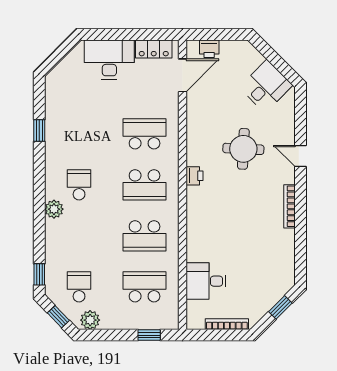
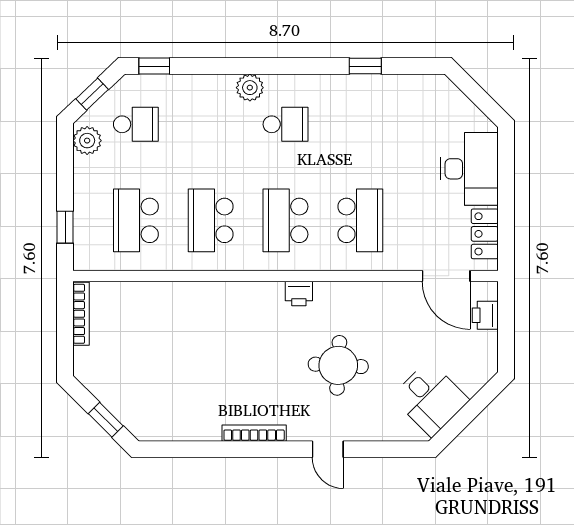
door: (300, 156) -> (328, 449), swing flipped
desk: (206, 281) -> (144, 310), removed
school desk: (145, 287) -> (136, 220), turned 180
bookcase: (227, 324) -> (81, 314), moved

